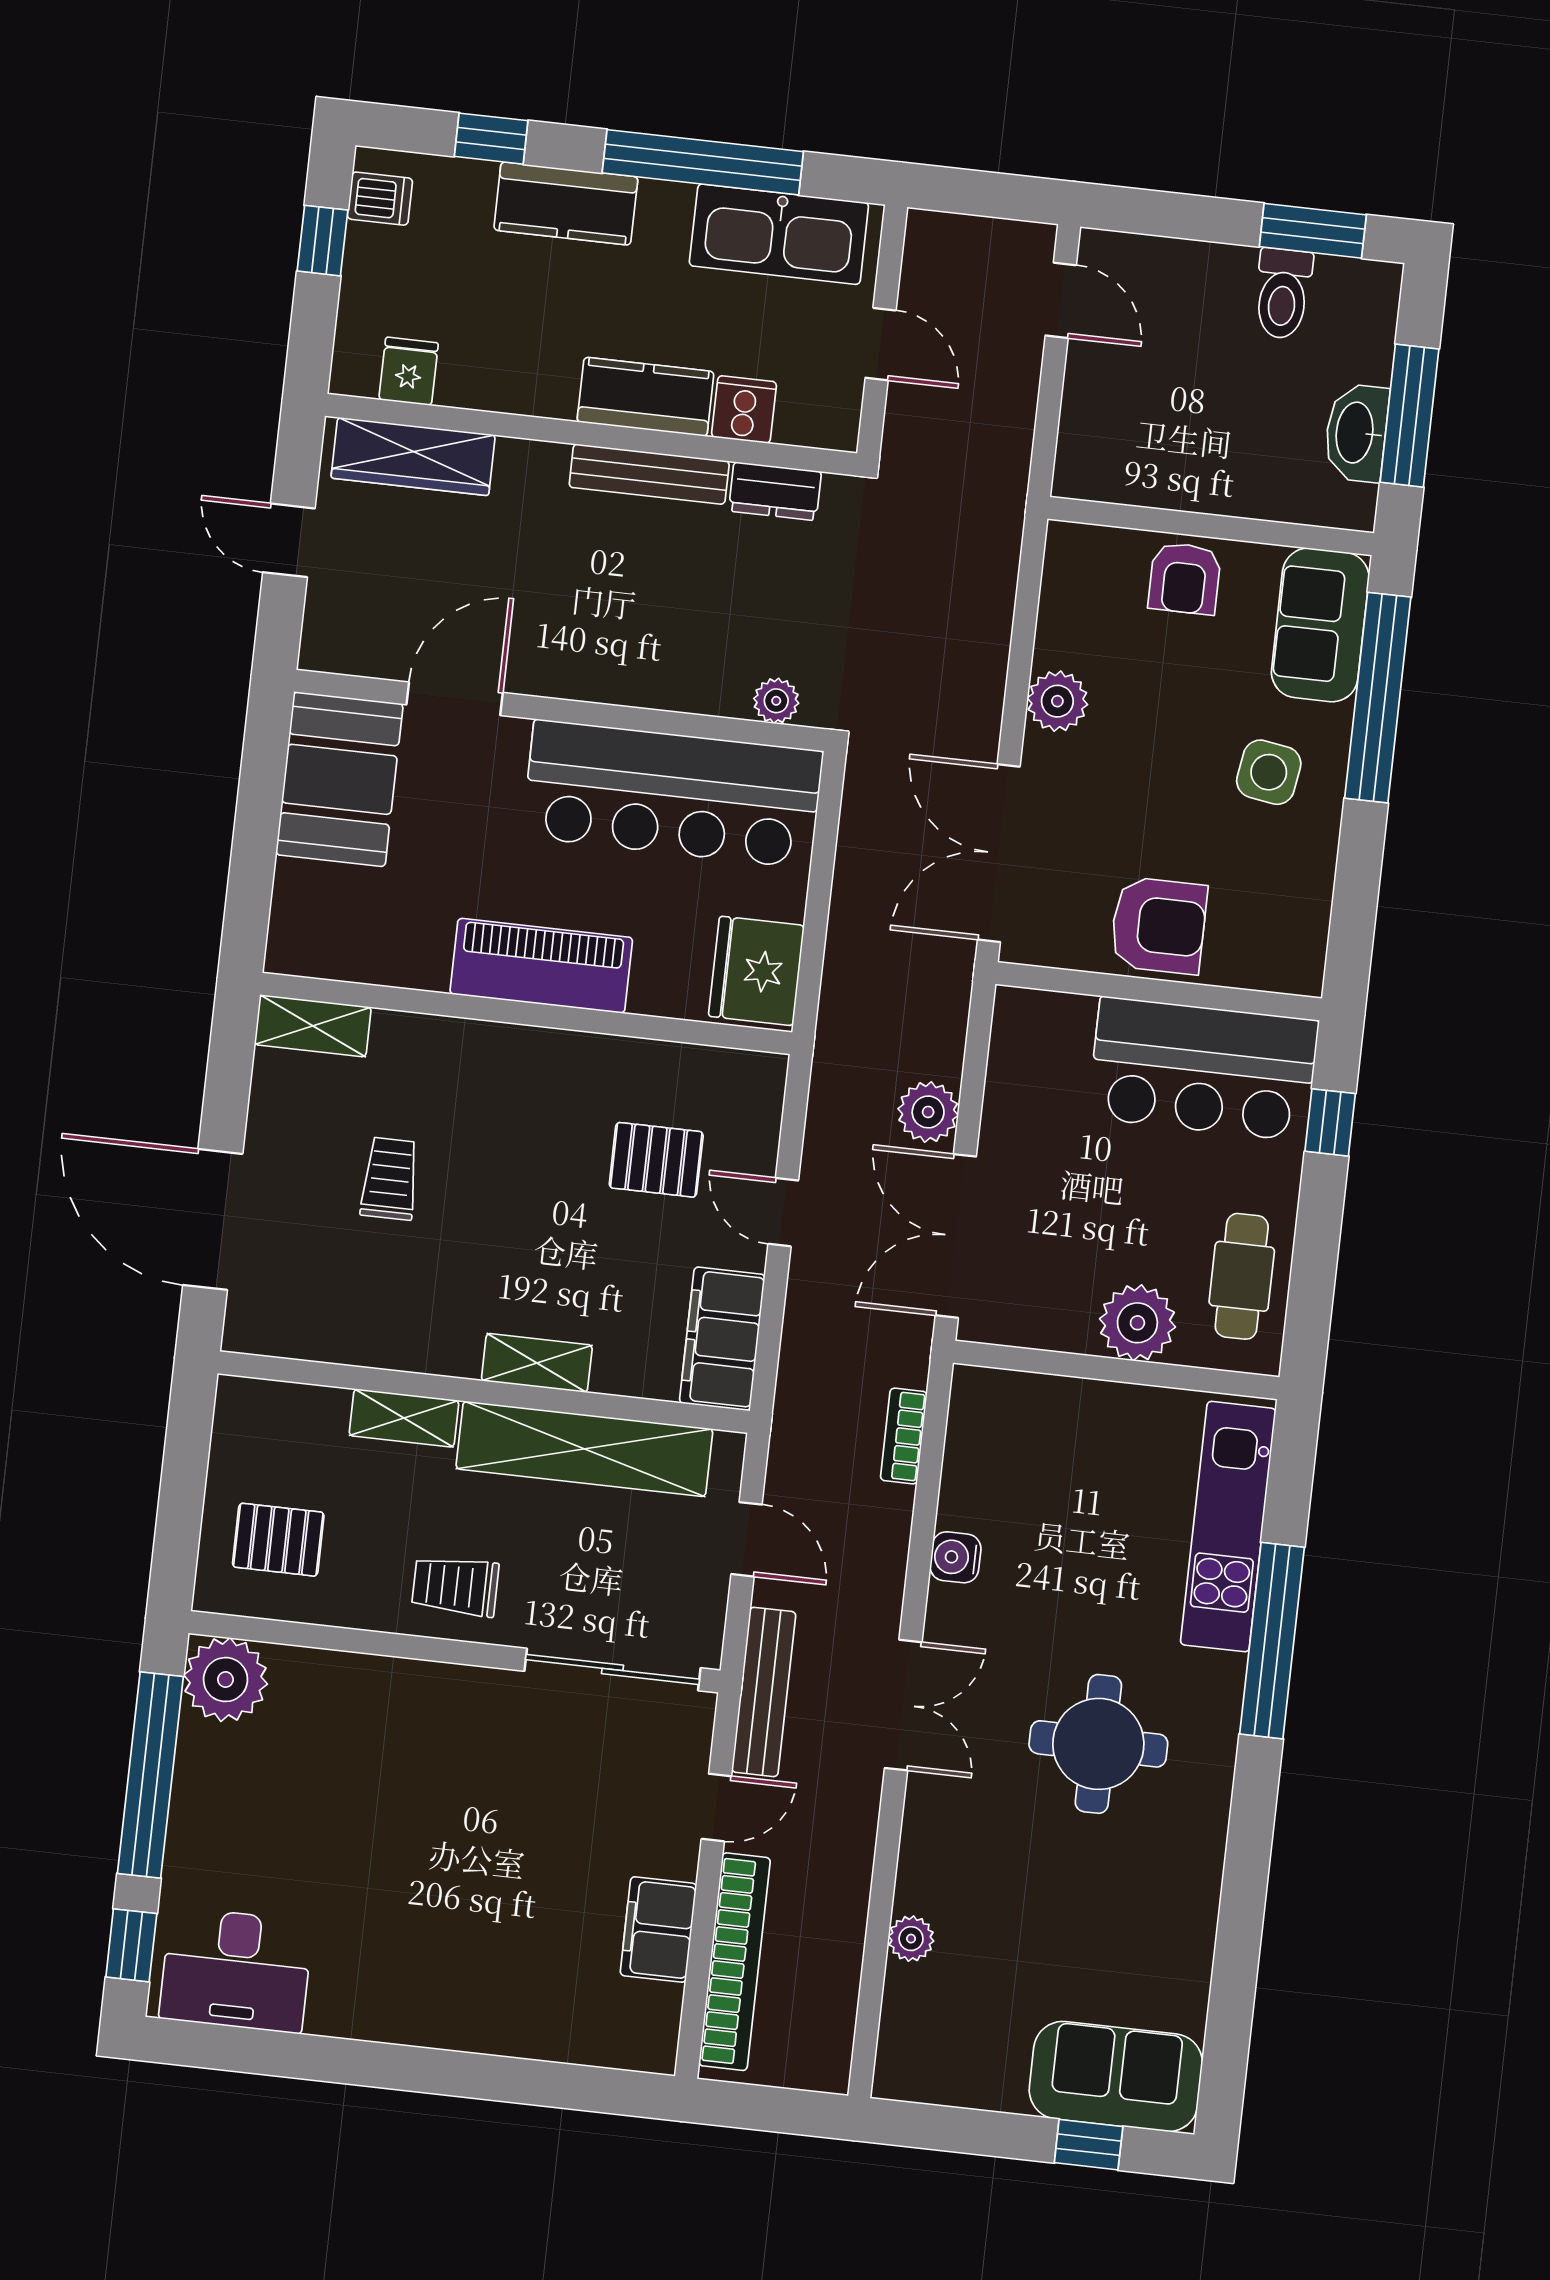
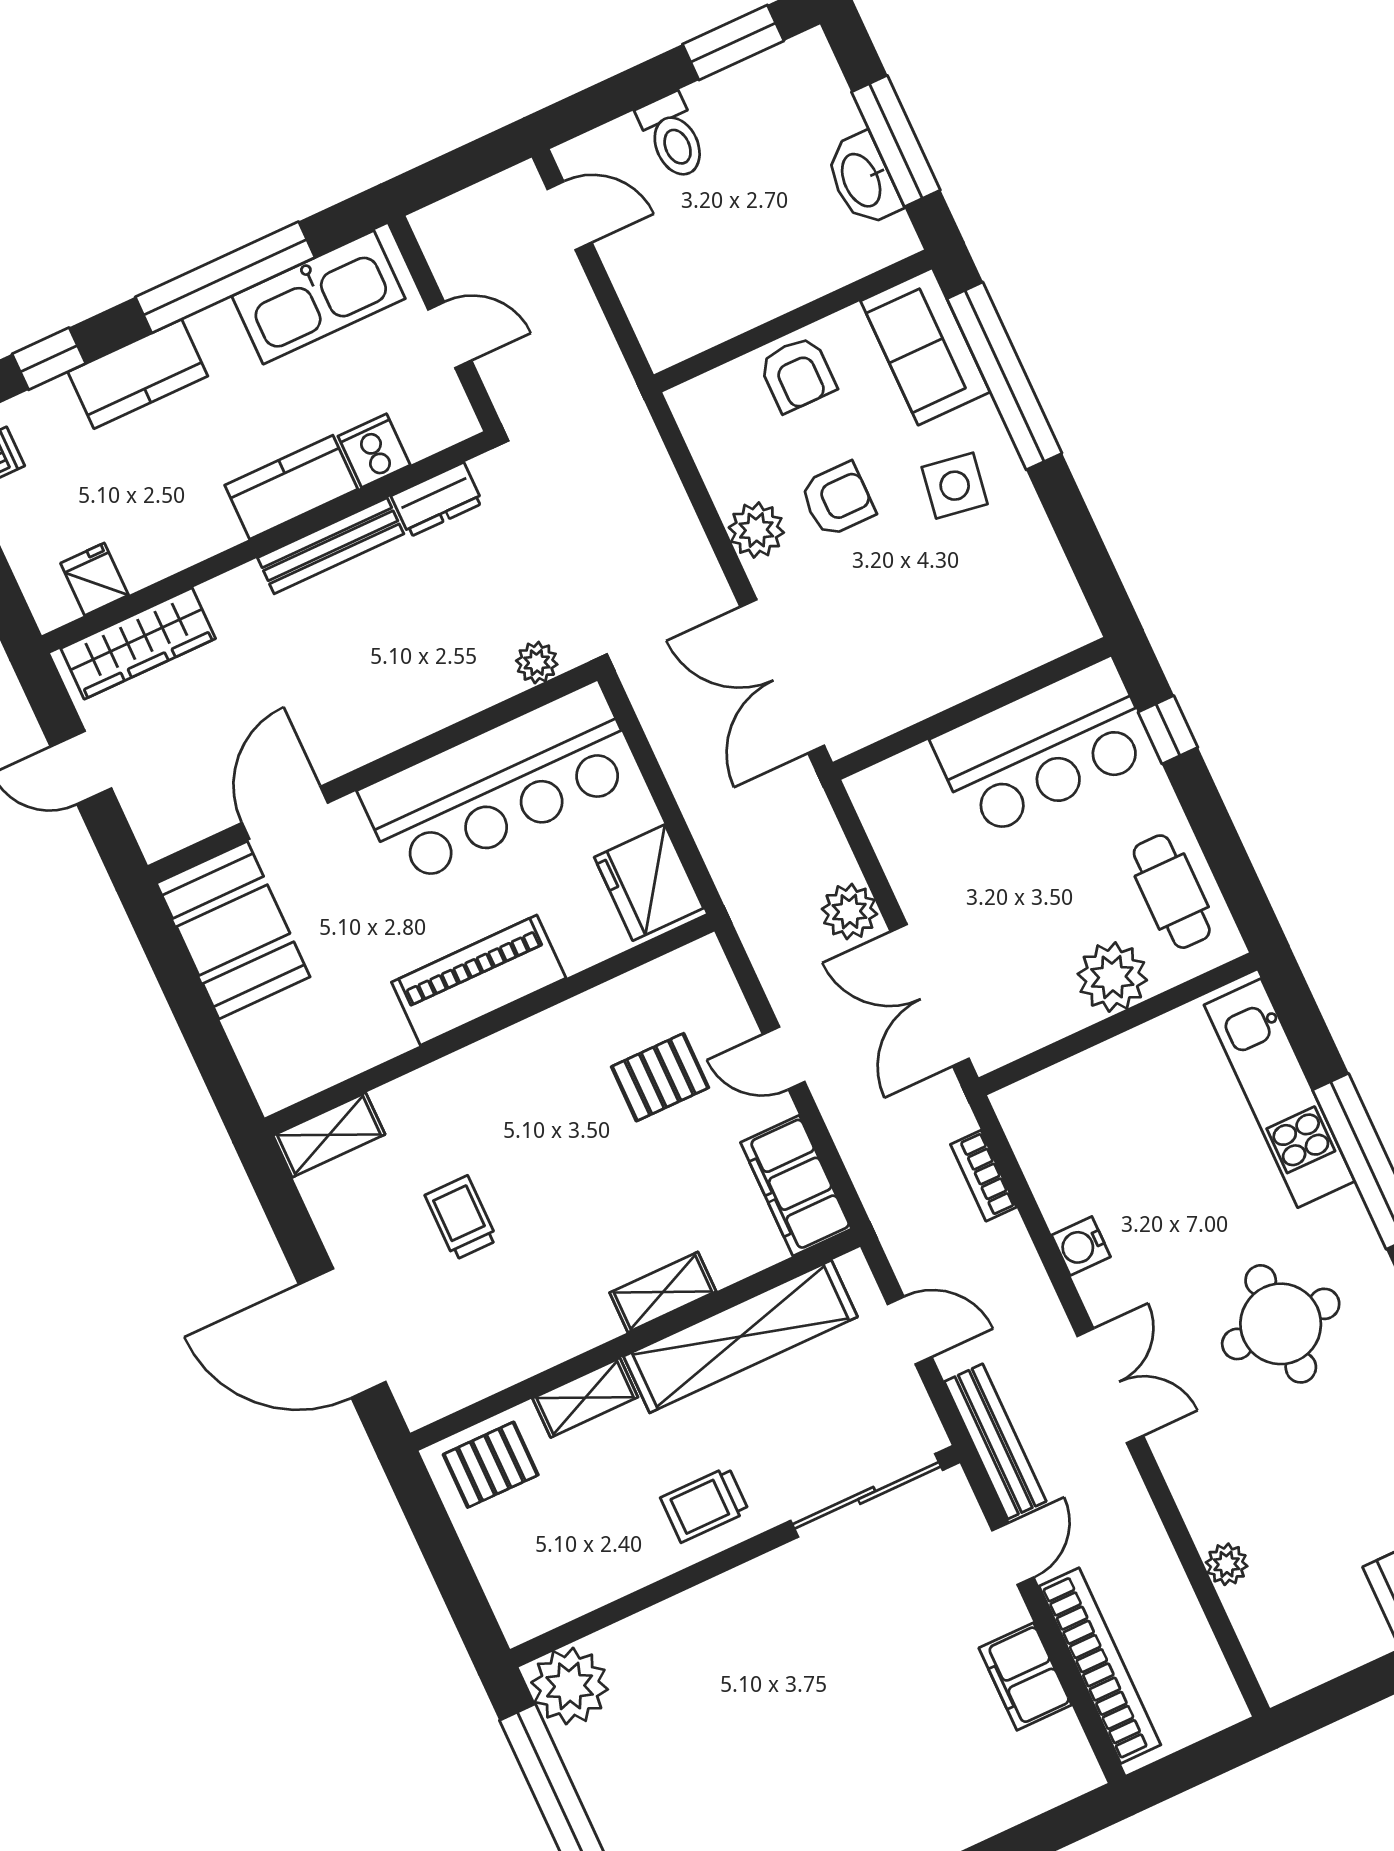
toilet: (1283, 294) -> (673, 136), moved
armchair: (1159, 926) -> (838, 499), moved, width x0.72, depth x0.72
pallet: (278, 1540) -> (491, 1465), moved

